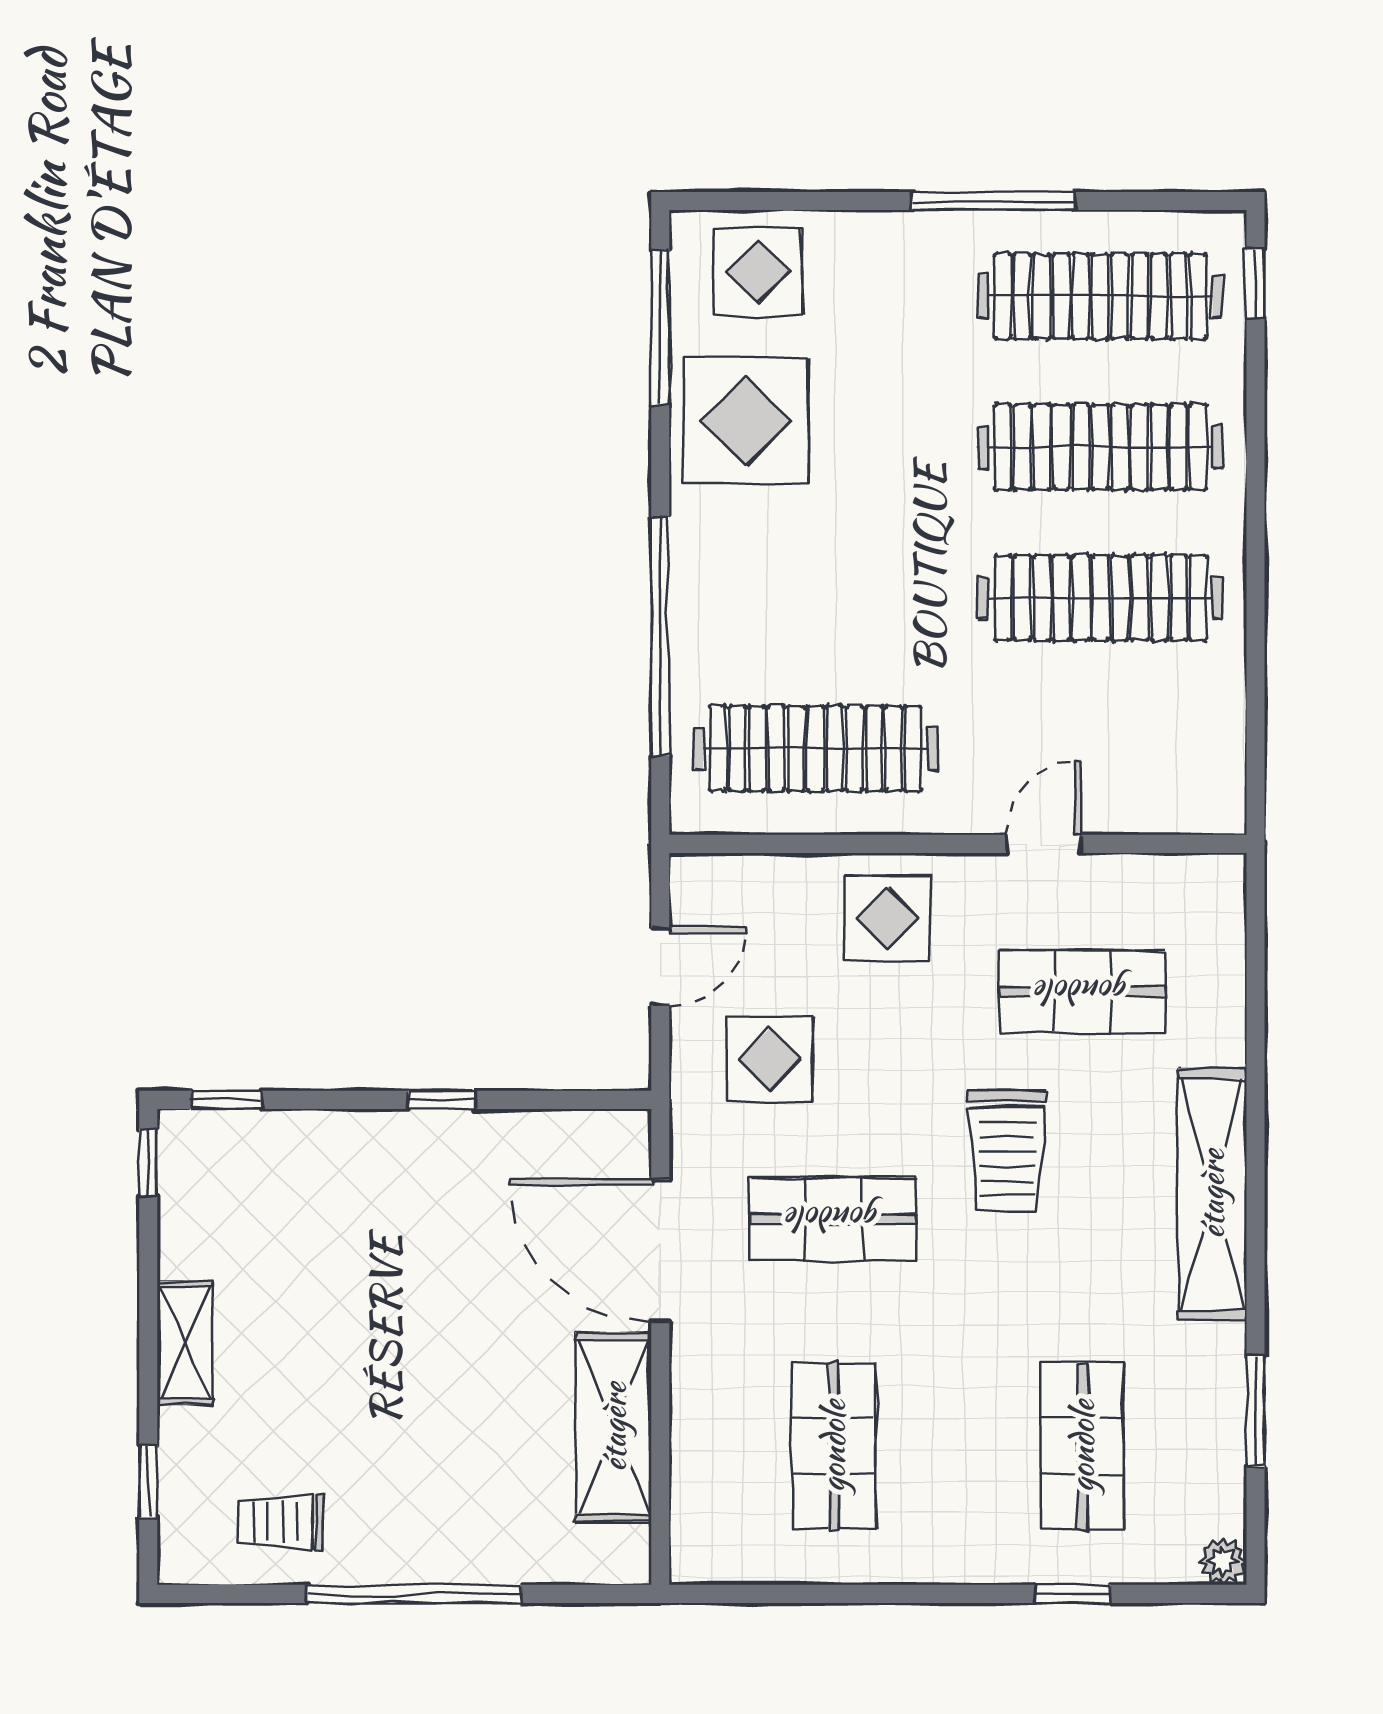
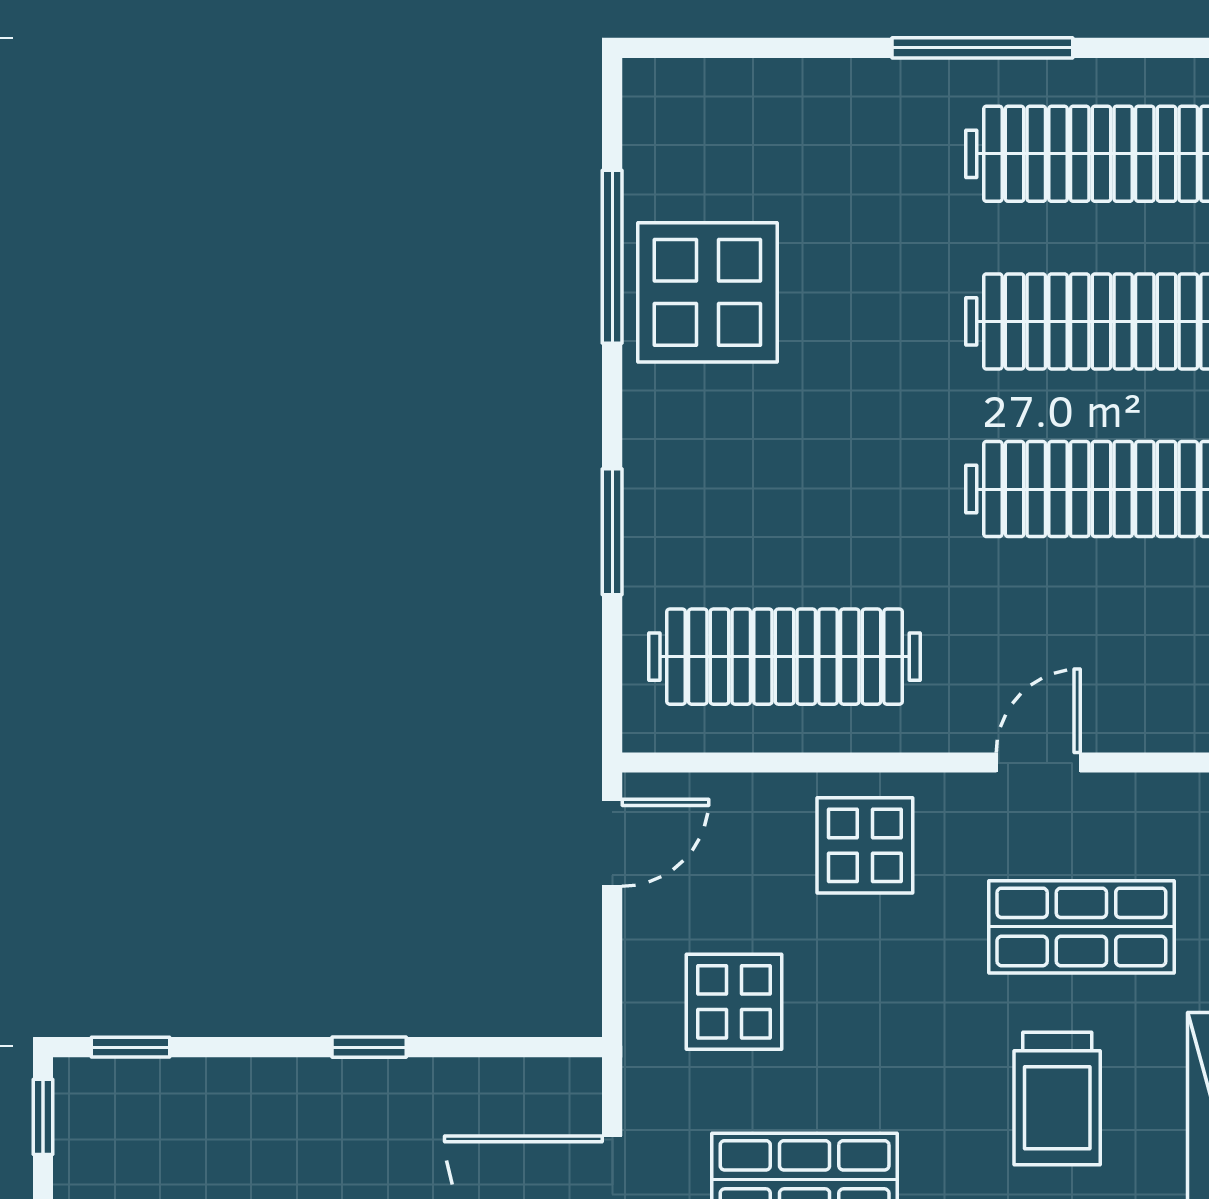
display table: (758, 271) -> (721, 126), removed
window: (660, 328) -> (612, 257), moved
window: (660, 636) -> (612, 532), width x0.47
door: (660, 966) -> (612, 843), moved
trolley: (1007, 1150) -> (1057, 1098), moved

